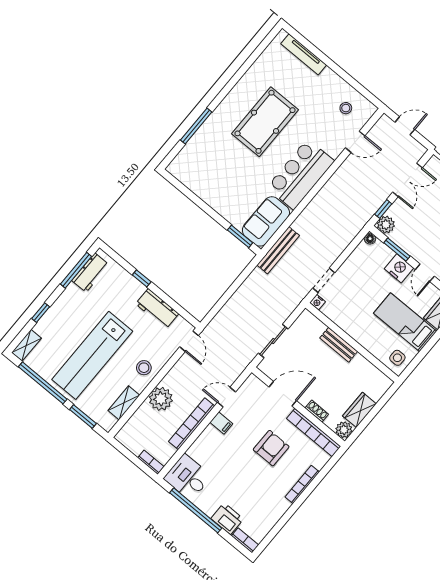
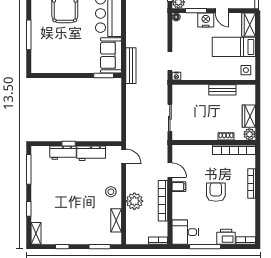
workbench: (90, 273) -> (63, 153), moved, turned 90
bench: (339, 345) -> (222, 90), moved
lab bench: (92, 355) -> (77, 209), removed
window: (43, 383) -> (62, 247), width x0.32
door: (283, 394) -> (199, 143), removed
door: (226, 397) -> (170, 170), swing flipped
armchair: (271, 448) -> (216, 192), moved
window: (196, 510) -> (205, 247), width x0.68

